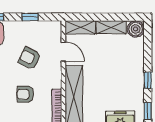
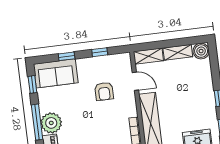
armchair: (29, 58) -> (104, 91), turned -116
armchair: (25, 94) -> (104, 126), removed

